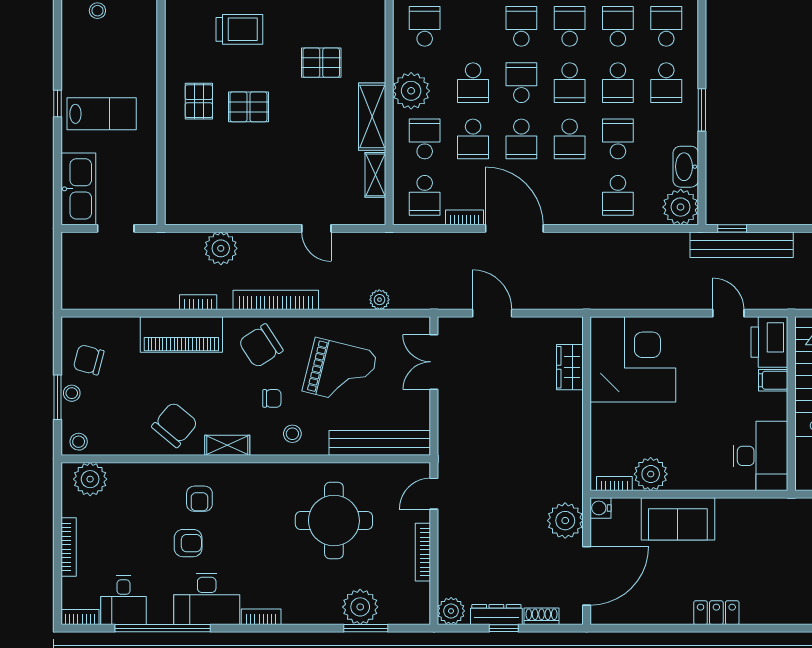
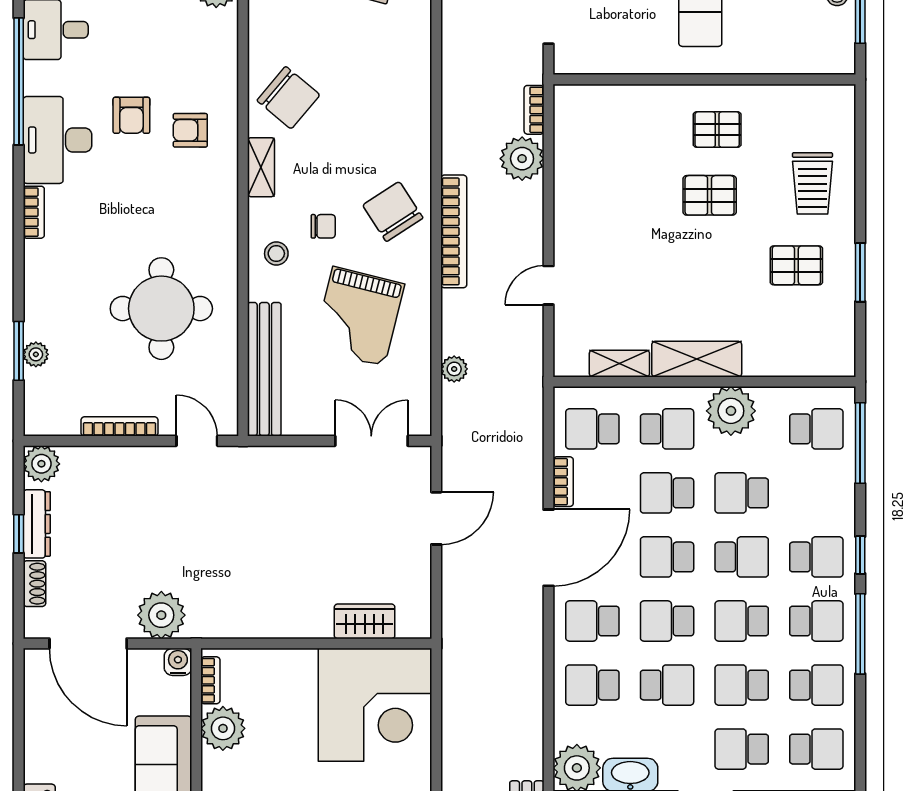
pallet: (321, 63) -> (796, 265), moved, turned 90
pallet: (248, 107) -> (710, 195), turned 90
school desk: (570, 195) -> (592, 621), added
bookcase: (198, 302) -> (534, 110), moved, turned 180
piano: (181, 334) -> (408, 106), removed
chair: (272, 398) -> (323, 226), turned -90
plant: (360, 607) -> (36, 354), width x0.53, depth x0.53

